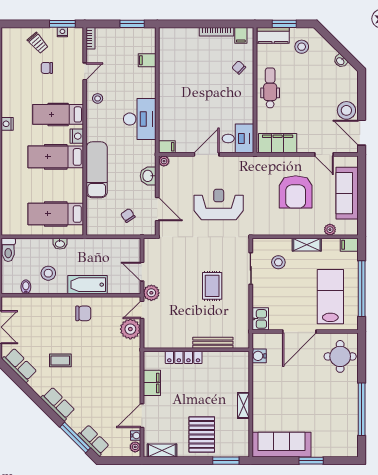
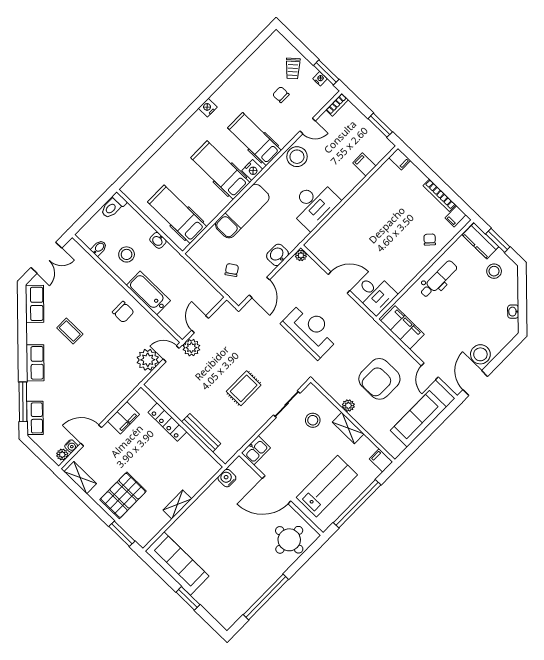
stool: (98, 98) -> (297, 157), width x1.89, depth x1.89
filing cabinet: (167, 147) -> (400, 159), moved
plant: (330, 230) -> (348, 406), moved

